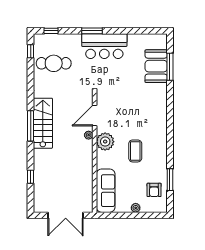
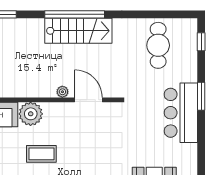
window: (31, 51) -> (174, 14), removed
window: (31, 126) -> (75, 14), width x1.46
plant: (105, 142) -> (31, 114), moved

